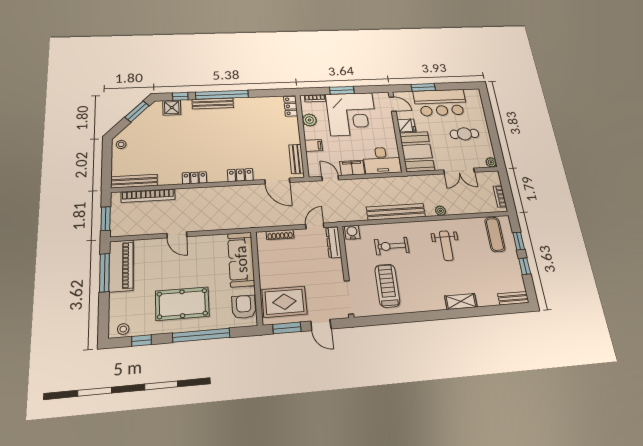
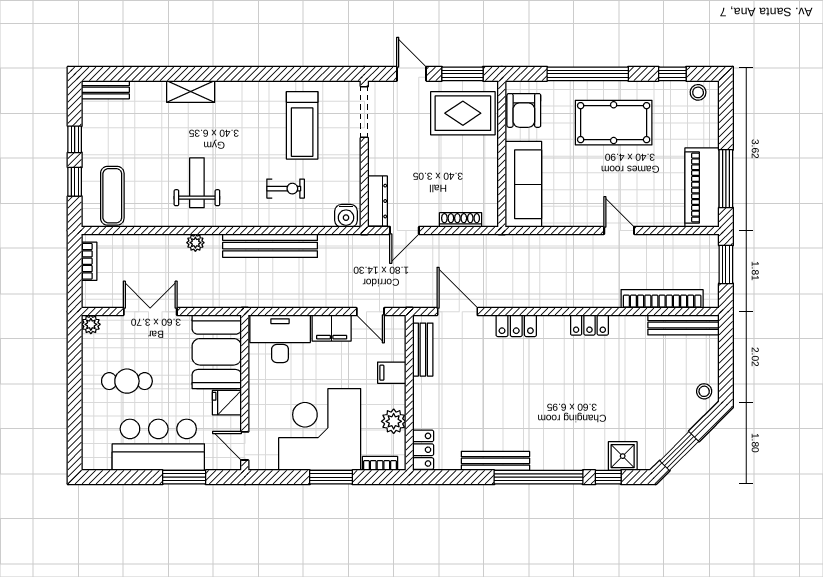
bench: (213, 103) -> (495, 461), moved
exercise bike: (392, 246) -> (286, 189), width x0.73, depth x0.72

